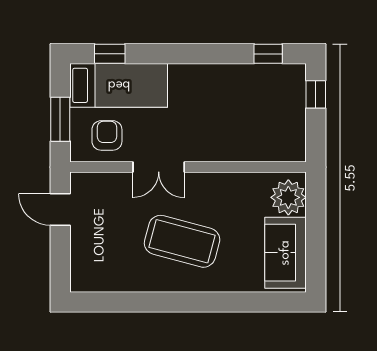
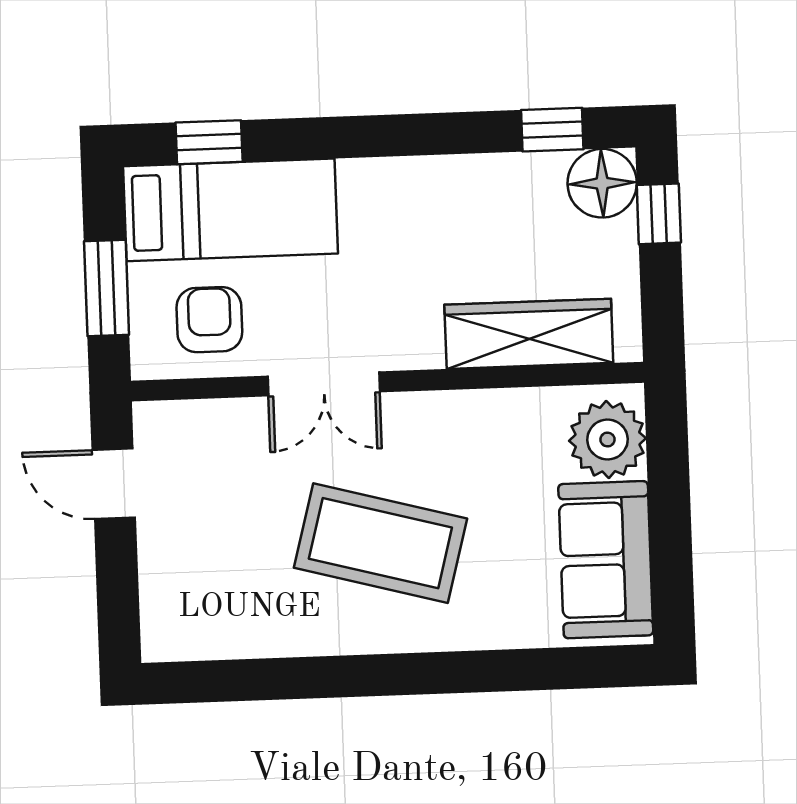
floor lamp: (290, 79) -> (602, 183), added
wardrobe: (254, 147) -> (529, 334), added

